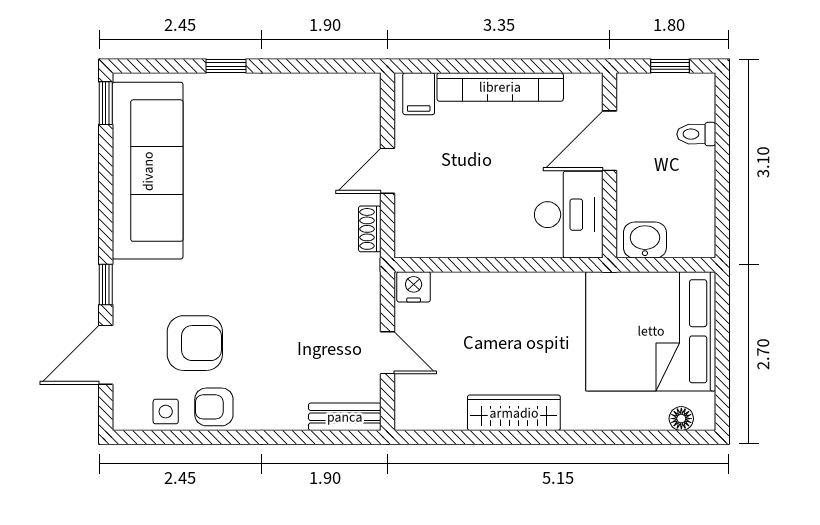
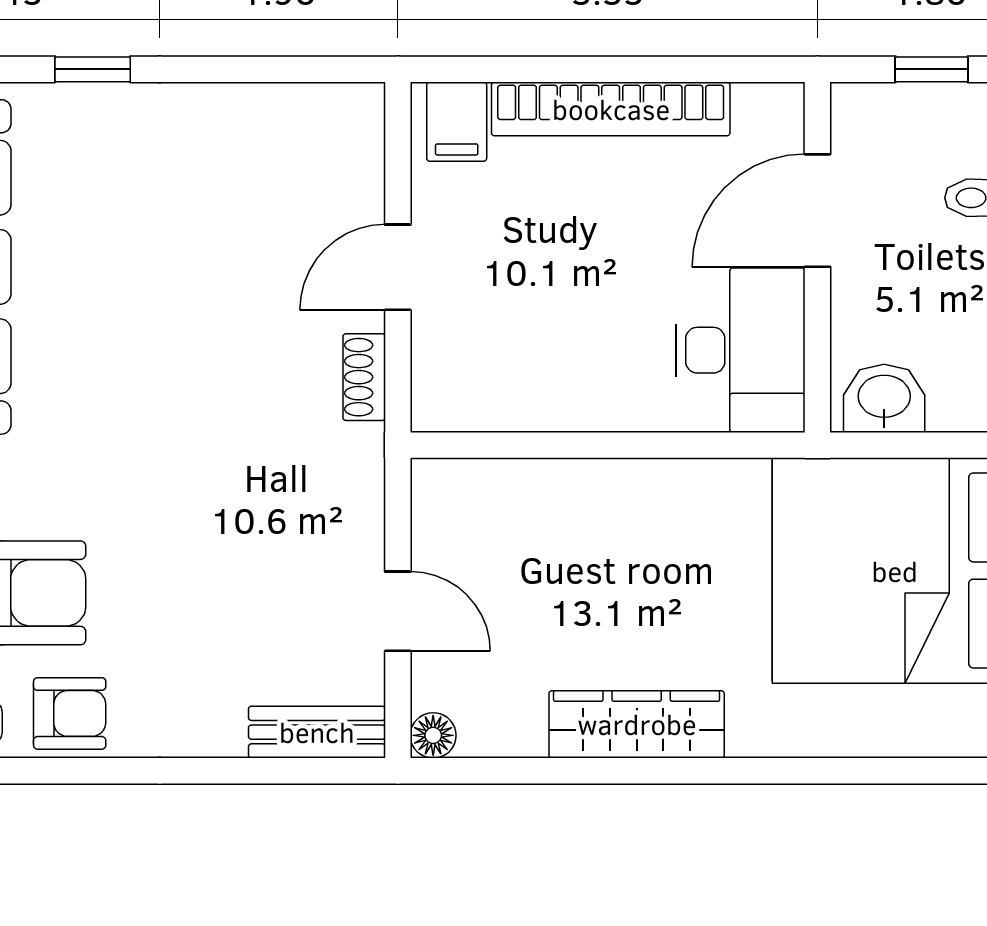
nightstand: (414, 287) -> (447, 487), removed
armchair: (214, 407) -> (70, 713), turned 180
floor lamp: (681, 419) -> (433, 735), moved

